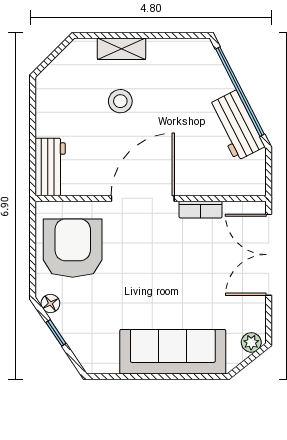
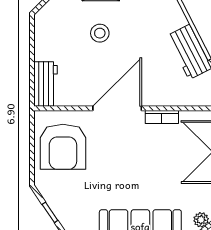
armchair: (73, 248) -> (63, 147), turned 180
floor lamp: (50, 304) -> (46, 190), removed

